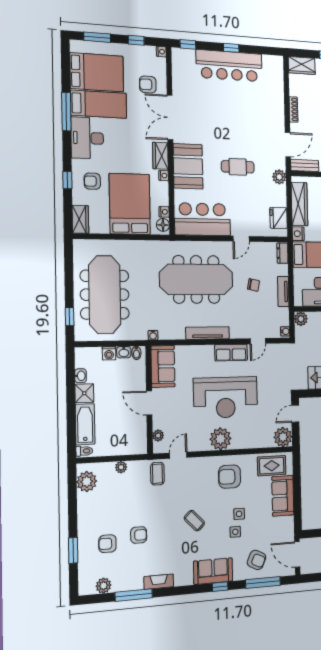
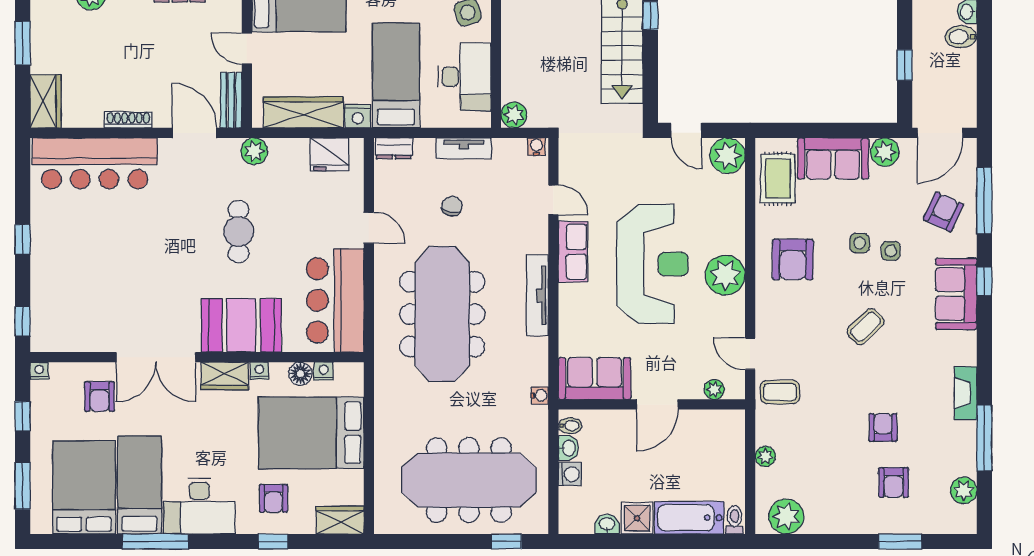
bar counter: (229, 66) -> (95, 163), moved, turned 90
floor lamp: (163, 225) -> (300, 374), moved
plant: (287, 524) -> (885, 152), added

